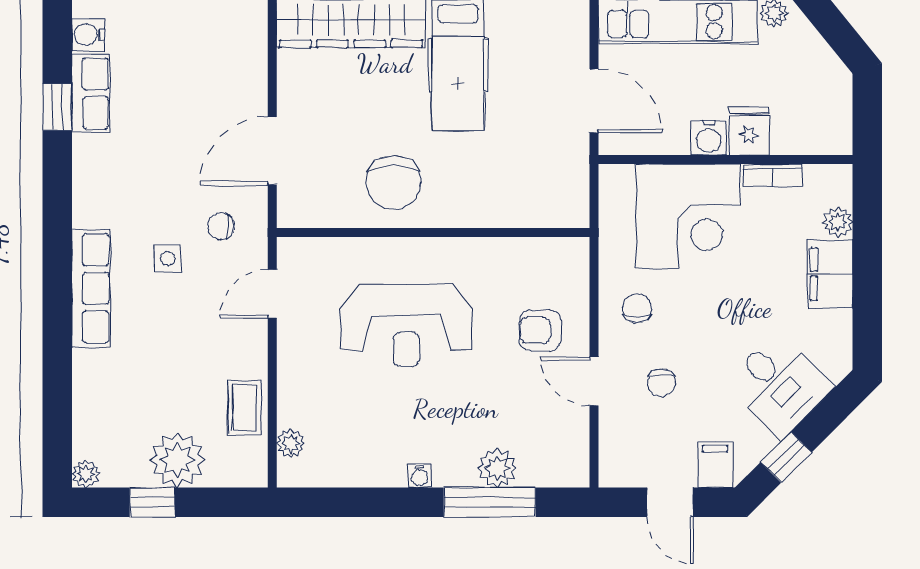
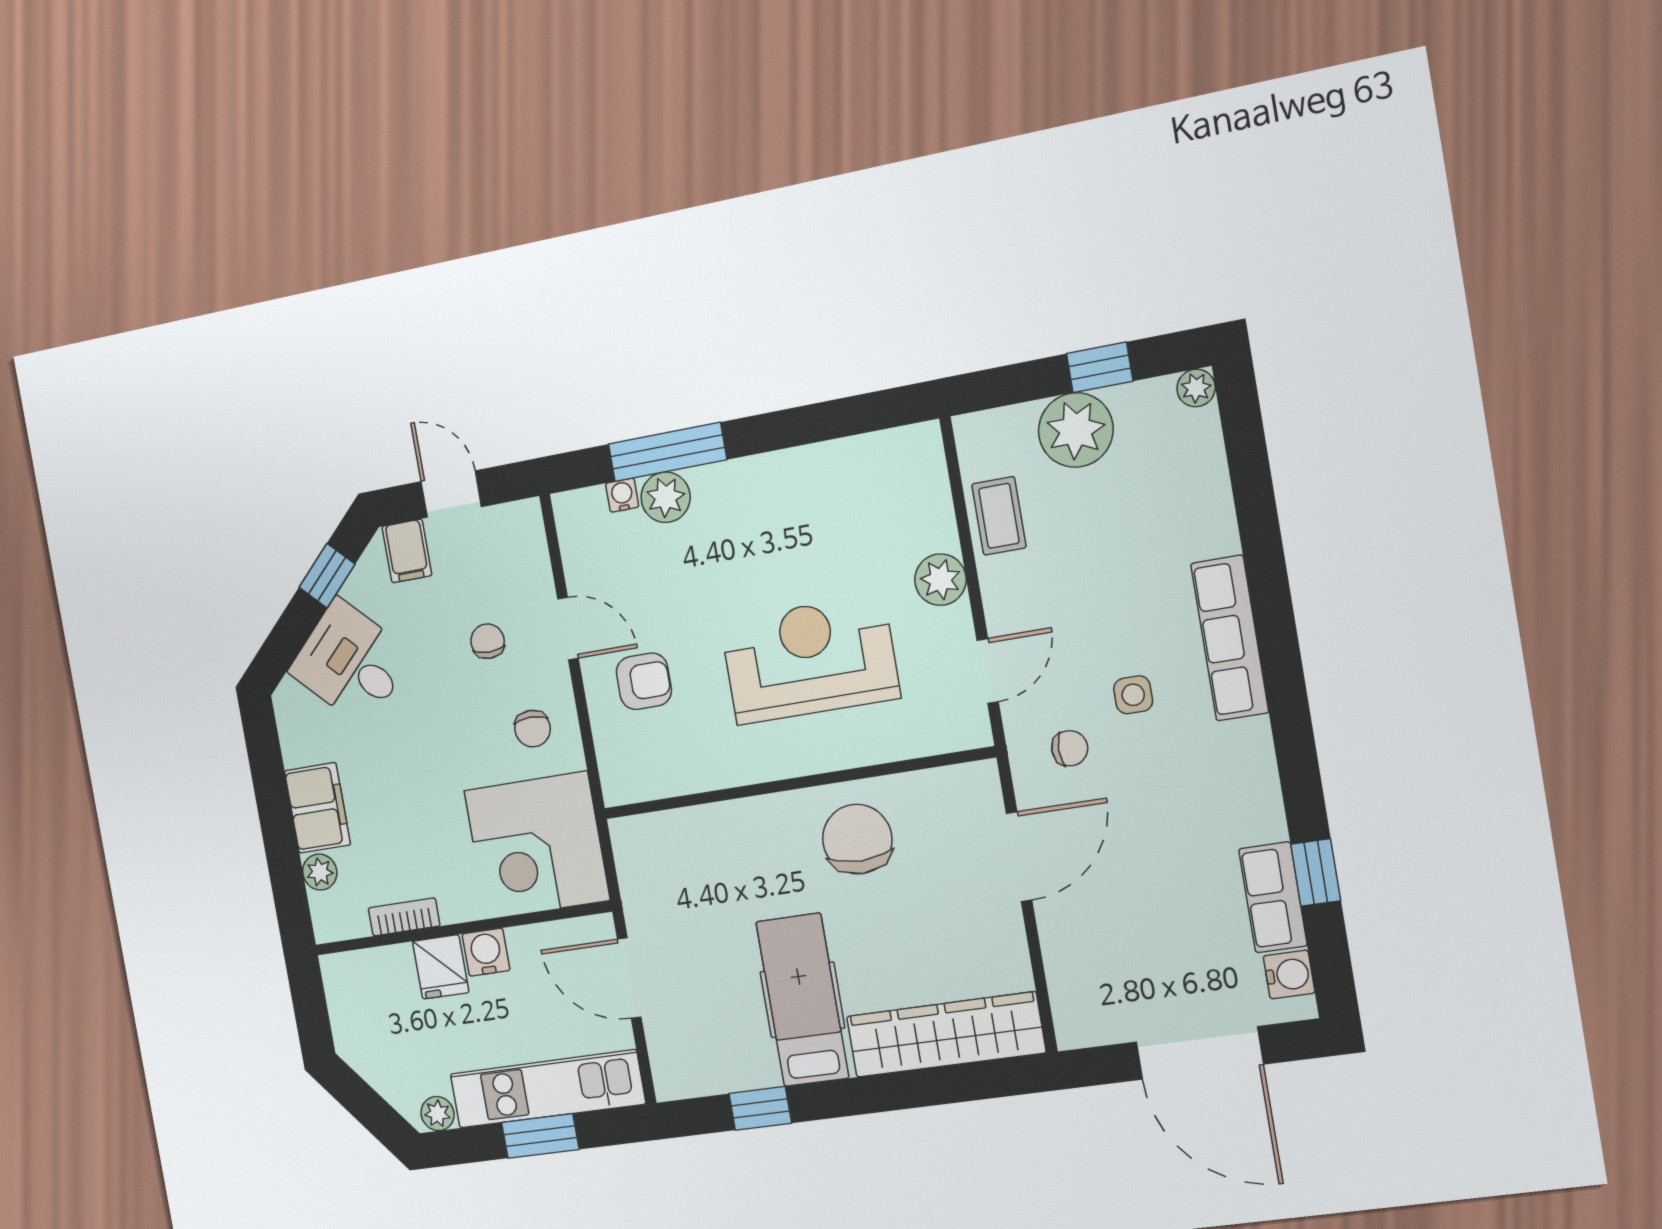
corner desk: (688, 216) -> (537, 845), moved, turned -90
plant: (291, 443) -> (940, 580), moved, width x1.38, depth x1.38
water cooler: (420, 476) -> (622, 495), moved

